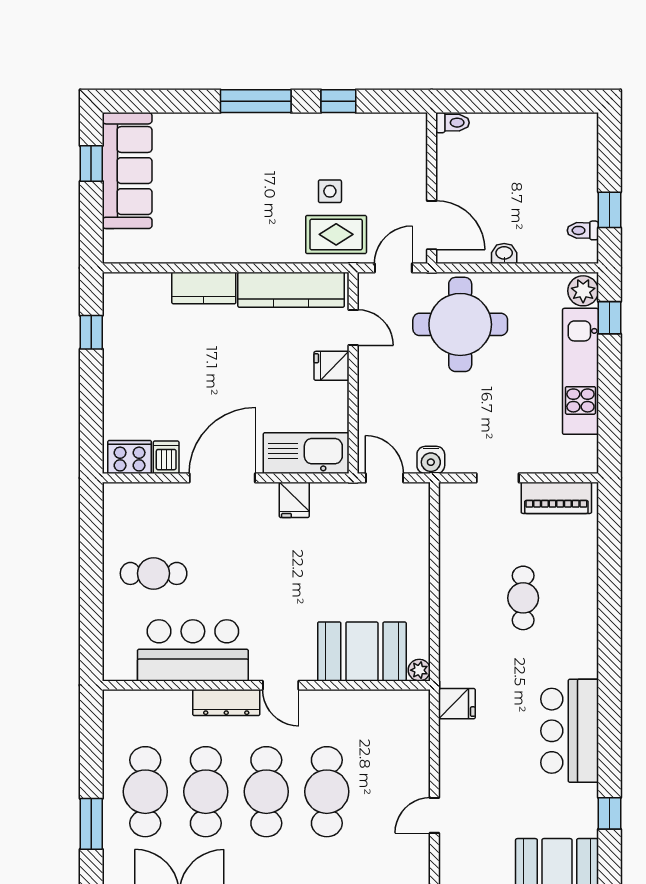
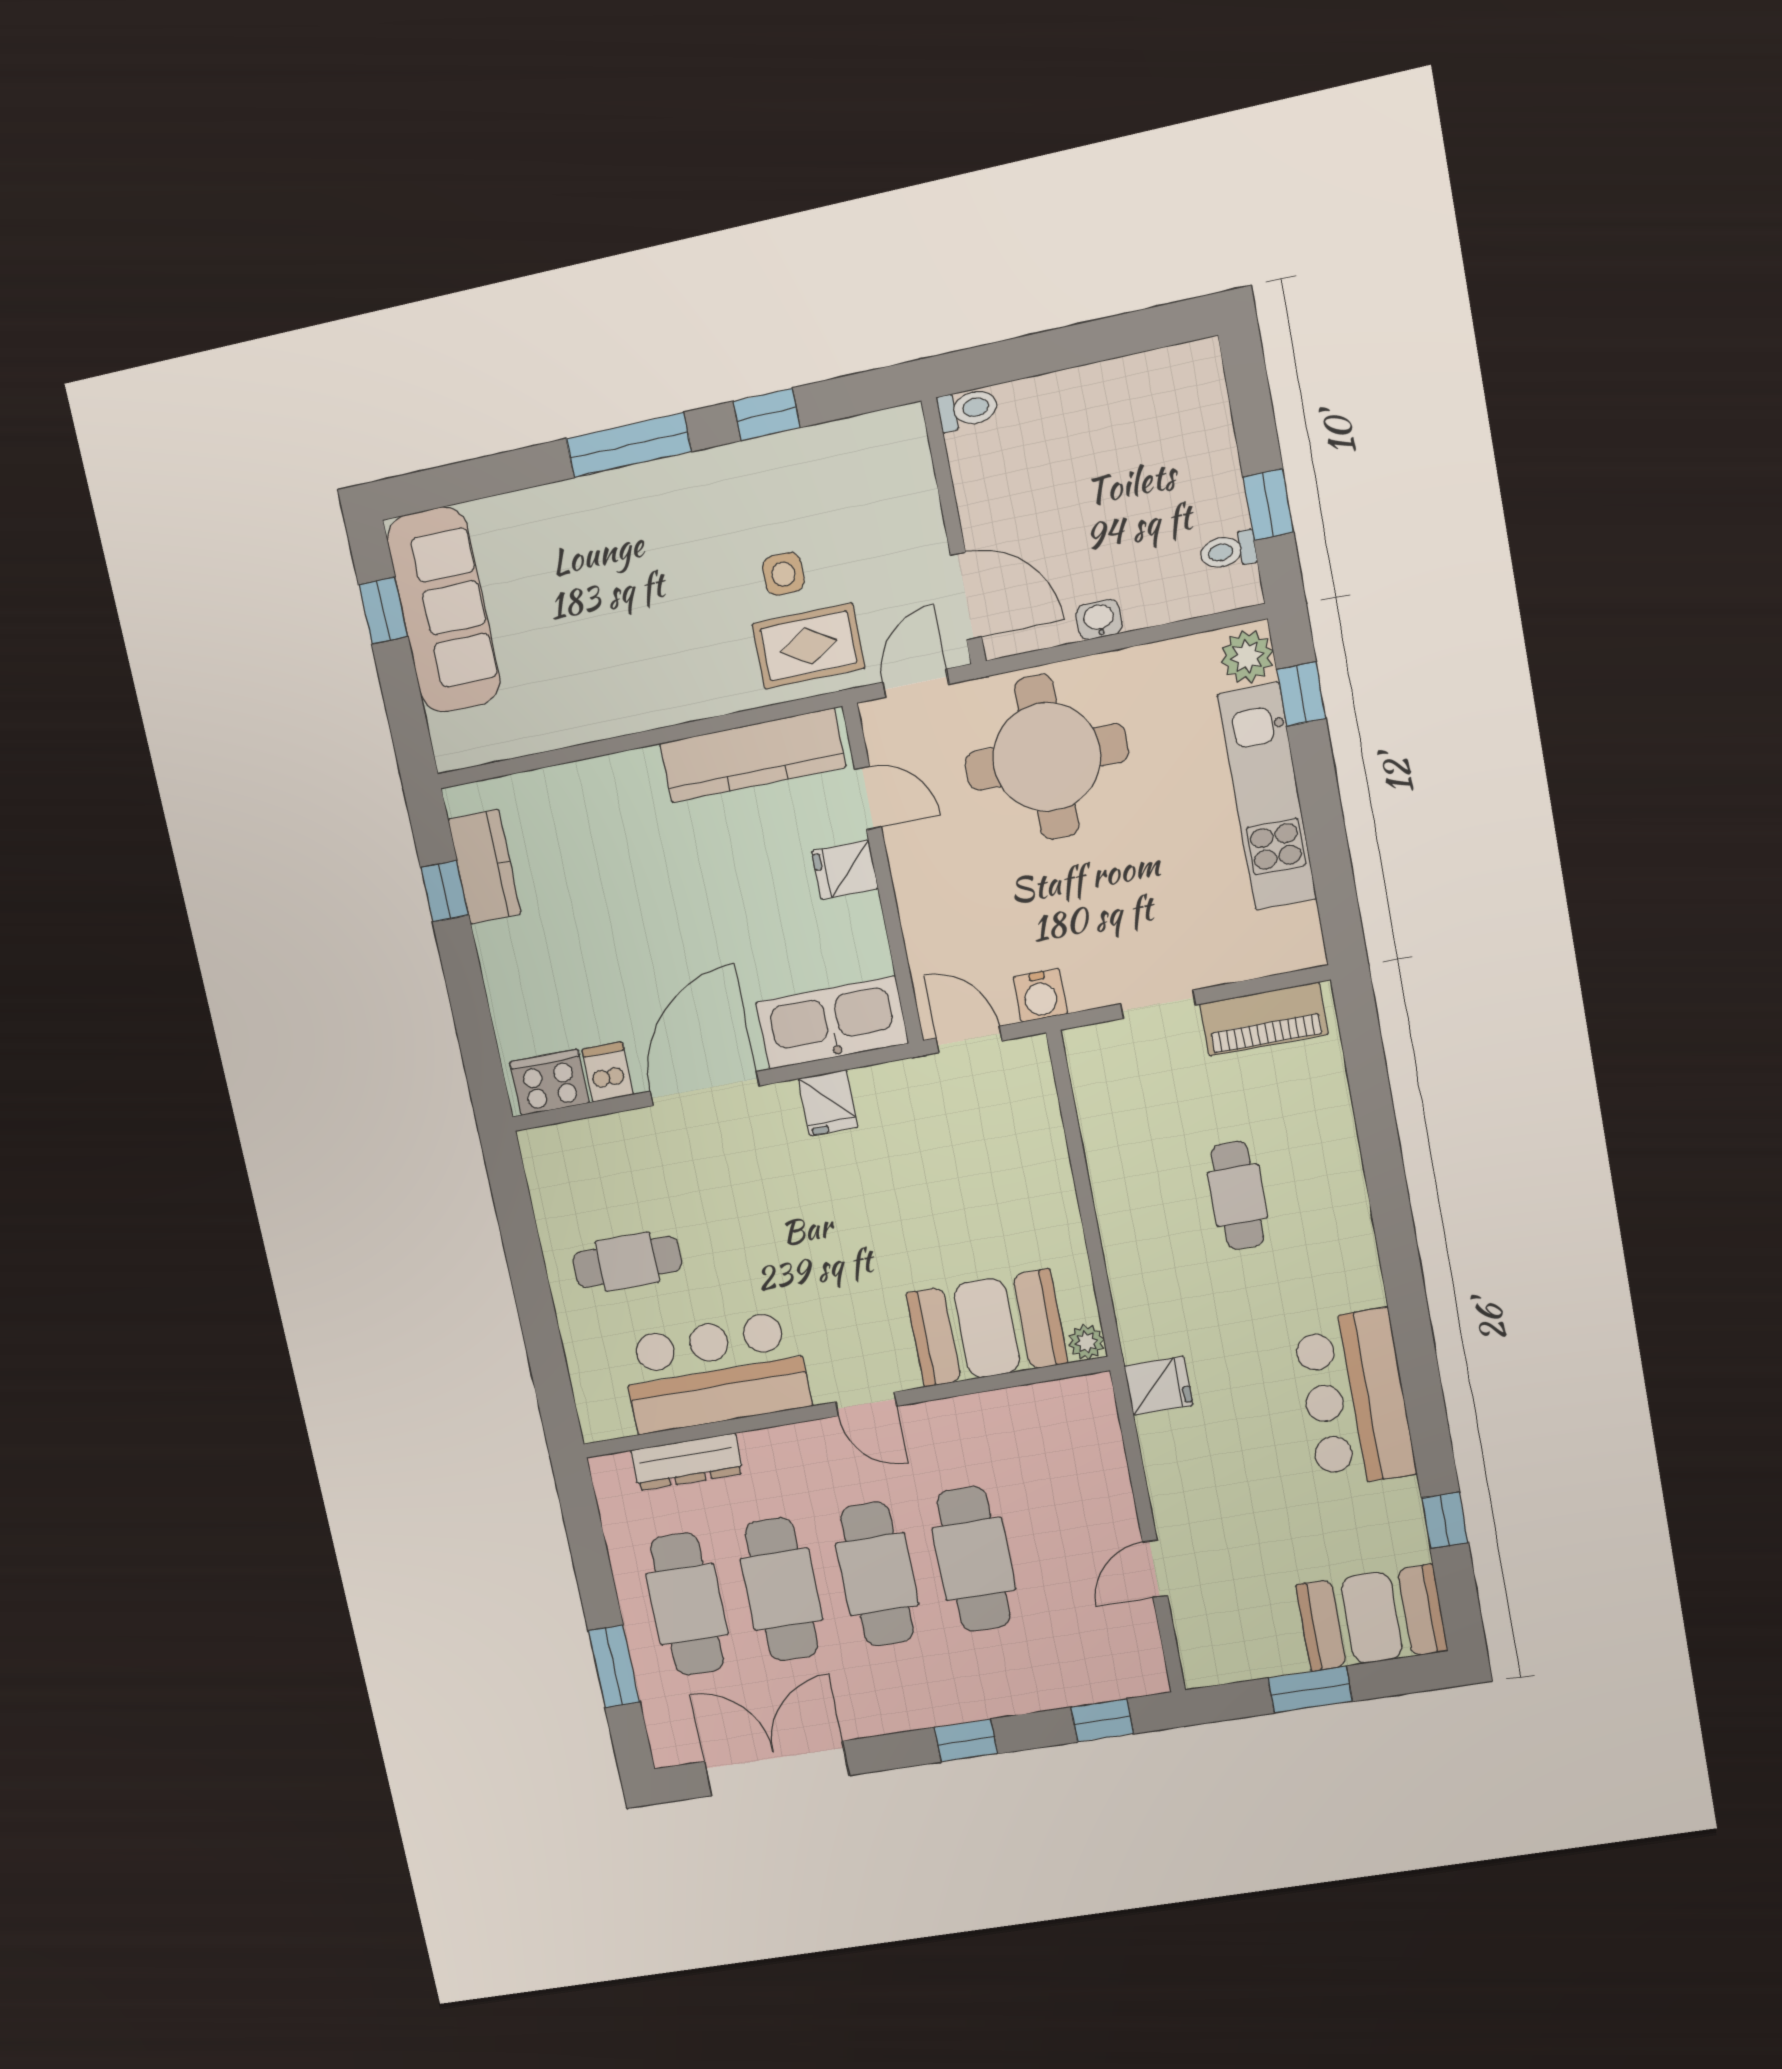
kitchen counter: (204, 288) -> (484, 867), moved, turned -90
dresser: (226, 703) -> (687, 1462), moved

